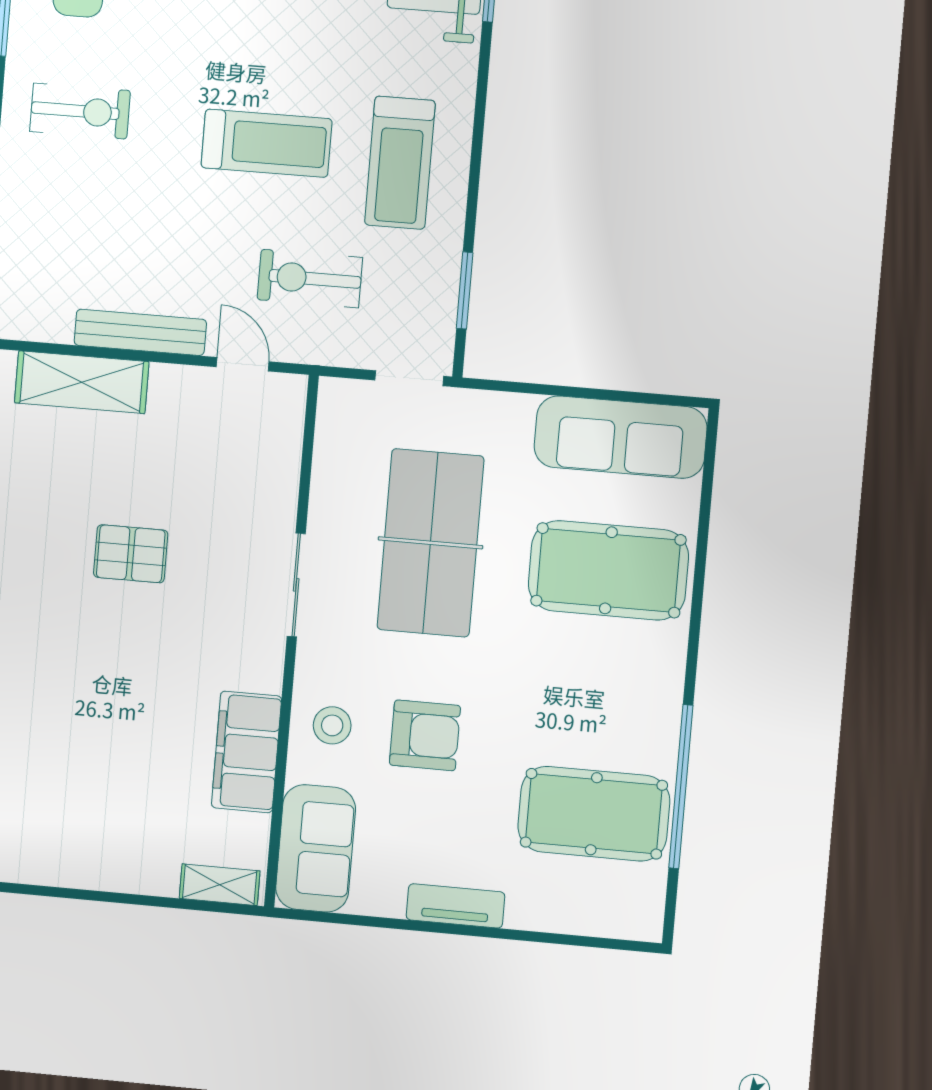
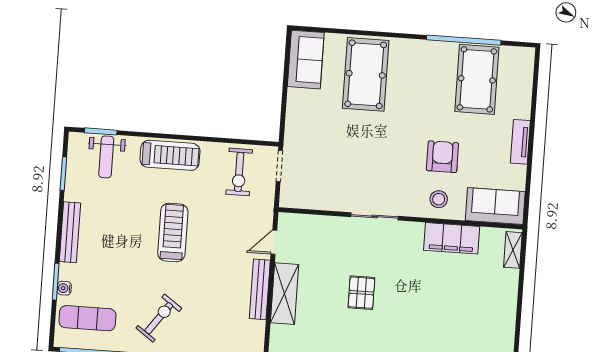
exercise bike: (80, 111) -> (159, 318), turned 36
treadmill: (400, 163) -> (170, 155), moved
exercise bike: (310, 279) -> (239, 172), moved
window: (465, 290) -> (239, 141), removed
shelving: (82, 382) -> (285, 294), moved
sofa: (620, 437) -> (306, 60), width x0.73
table tennis table: (430, 543) -> (354, 155), removed

